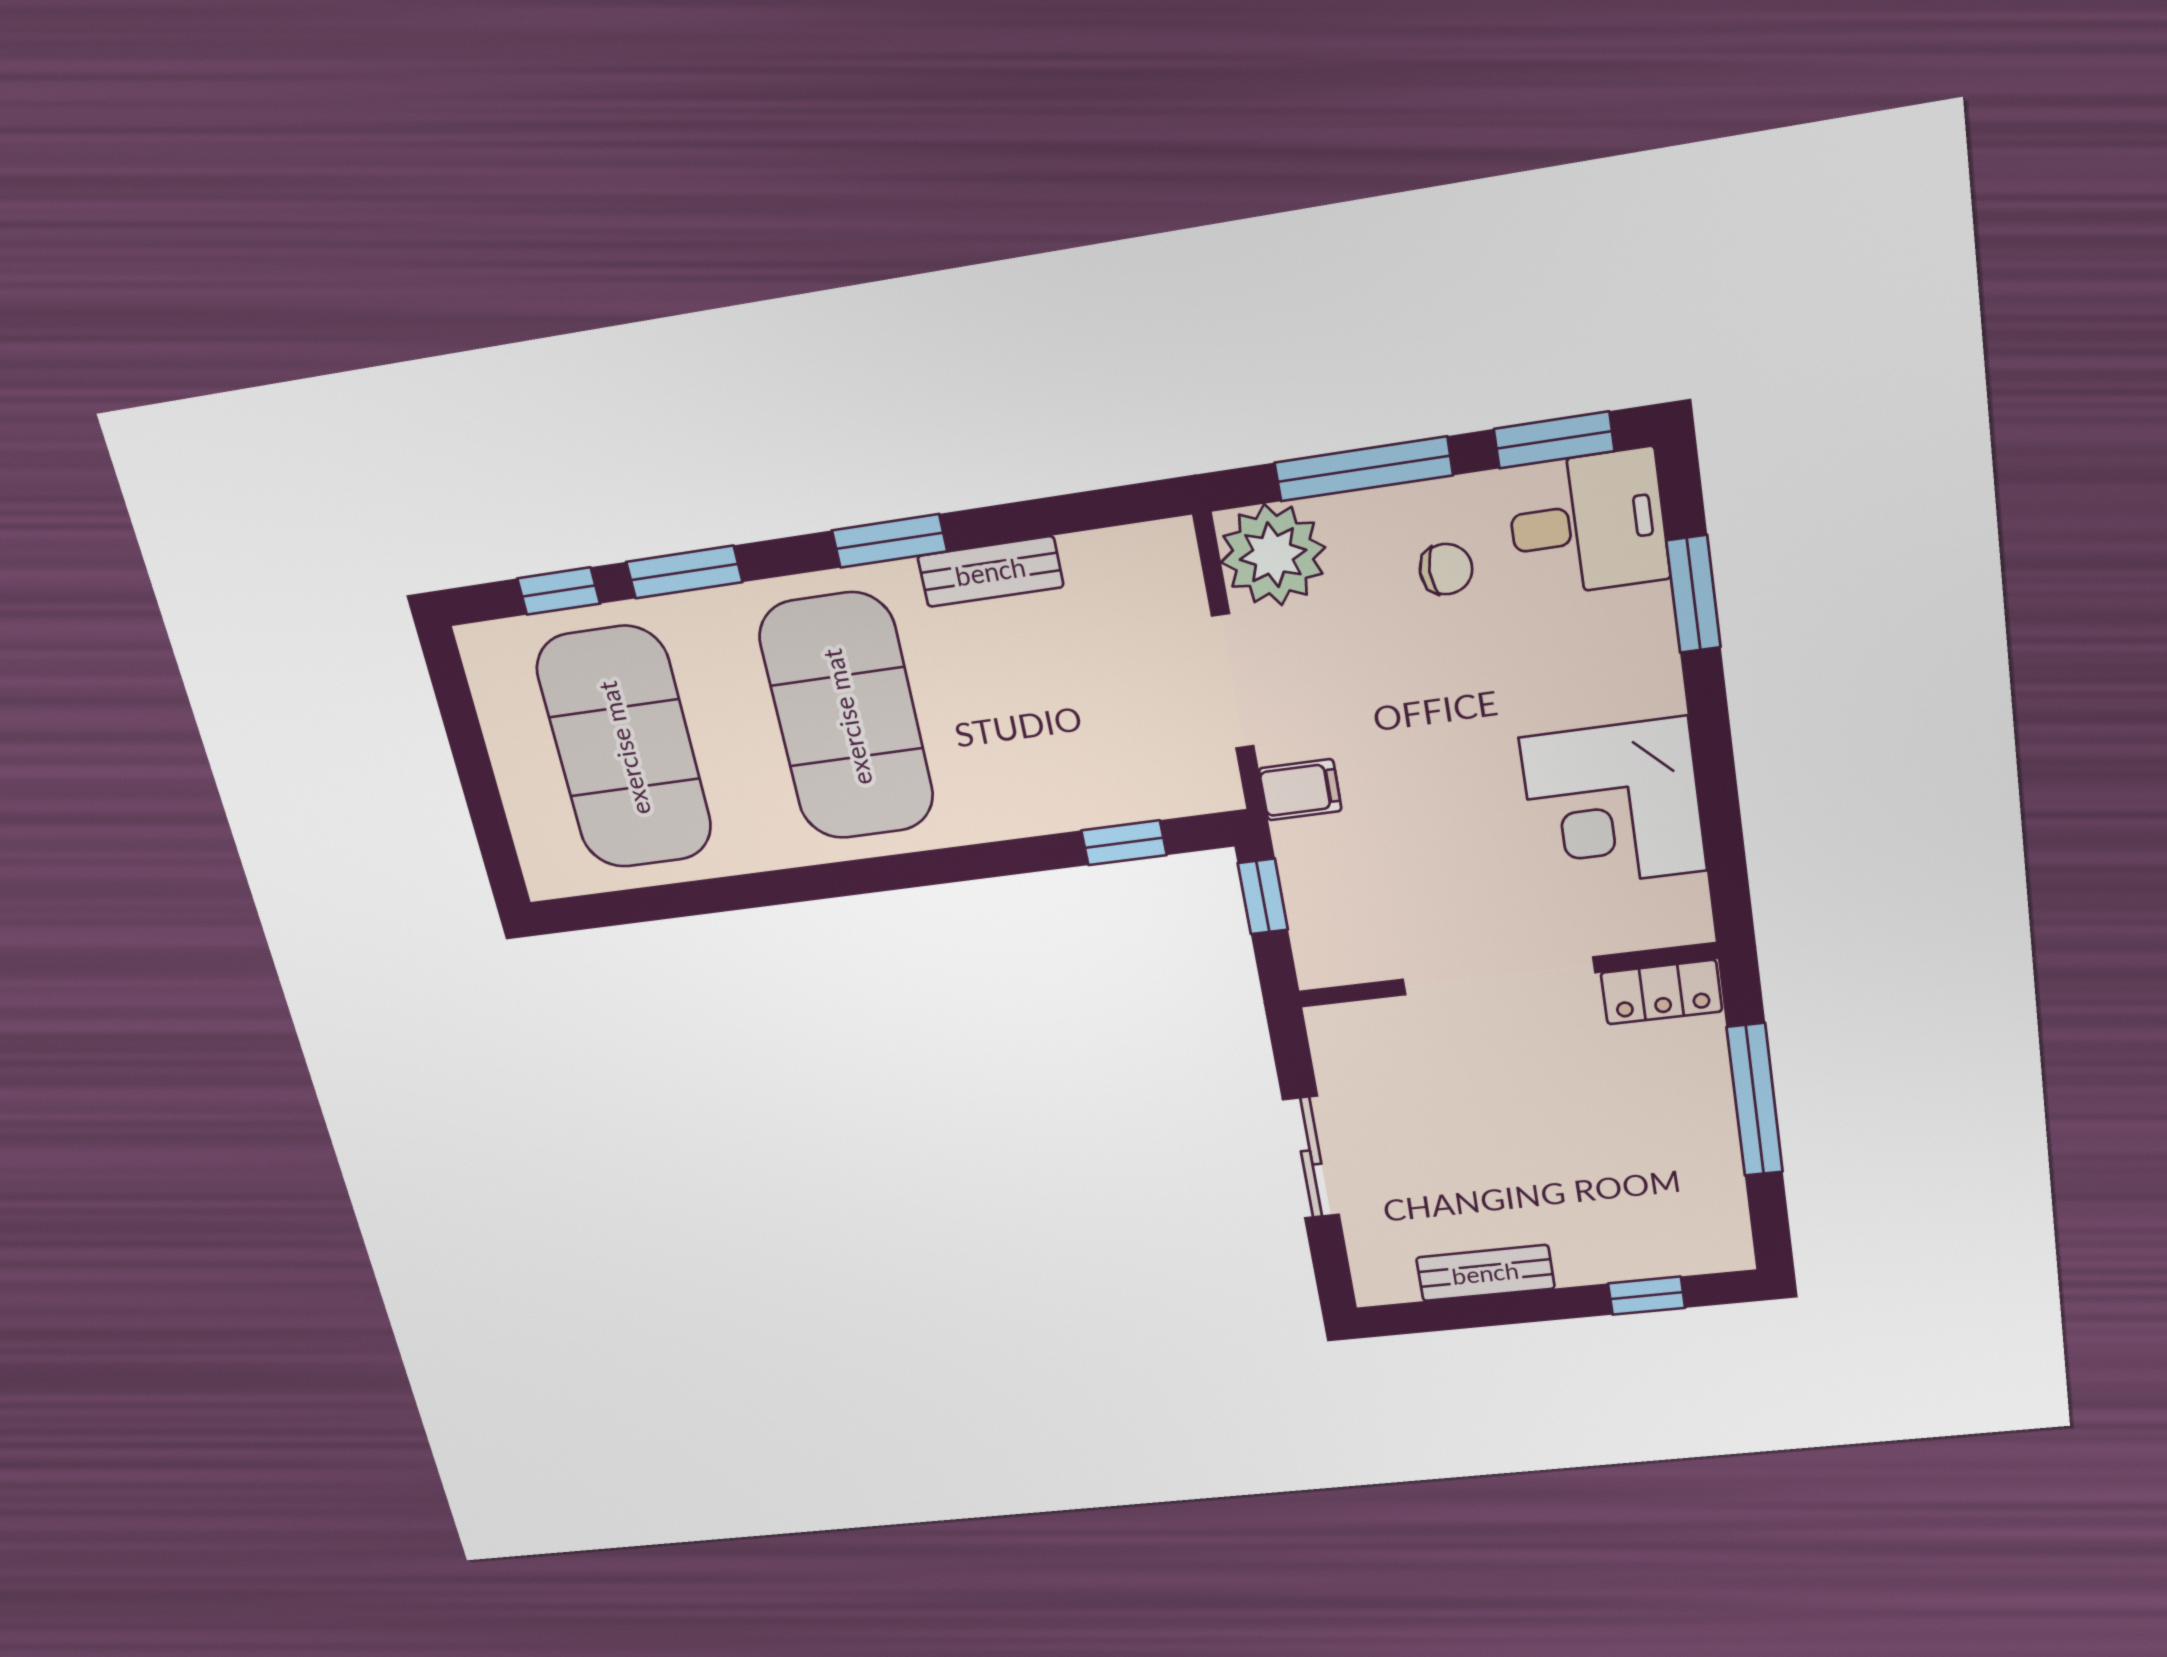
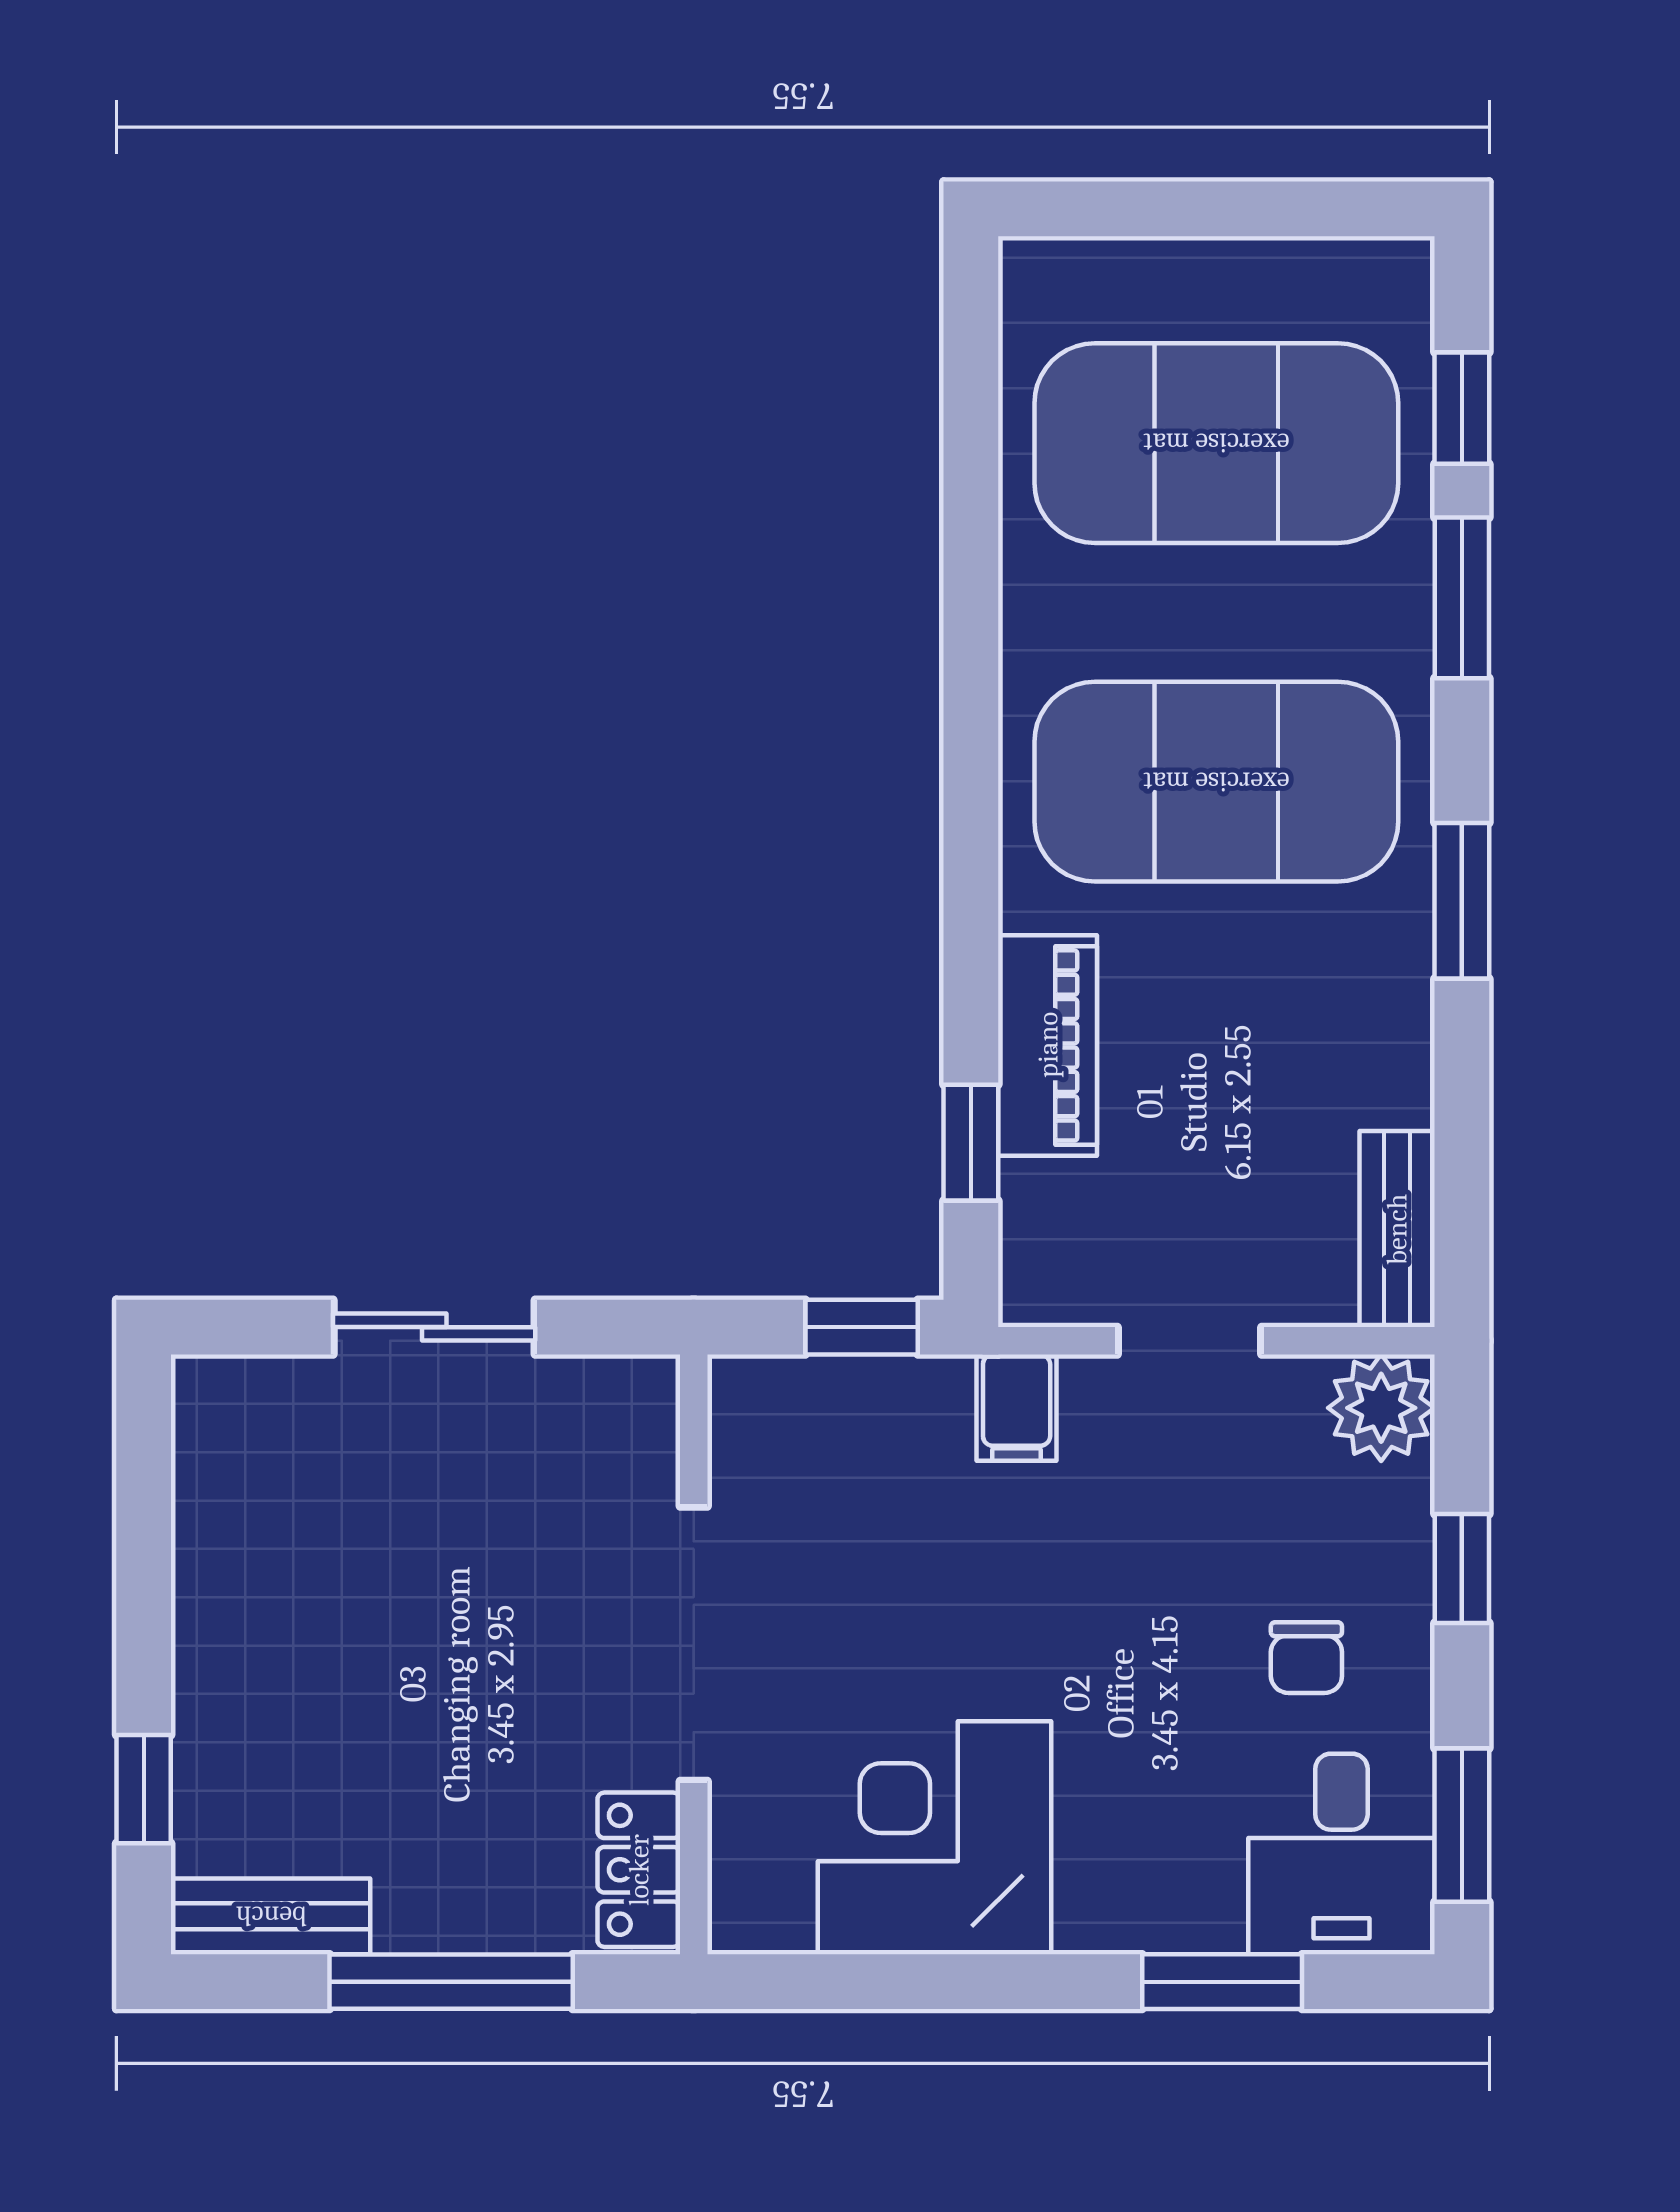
window: (1364, 469) -> (1462, 1568), width x0.46
plant: (1273, 555) -> (1381, 1408), width x0.73, depth x0.73
bench: (990, 571) -> (1397, 1229), moved
doorway: (1233, 681) -> (1190, 1341), width x0.73
piano: (1048, 802) -> (1048, 1045), added
bench: (1485, 1273) -> (271, 1916), moved, turned 90

